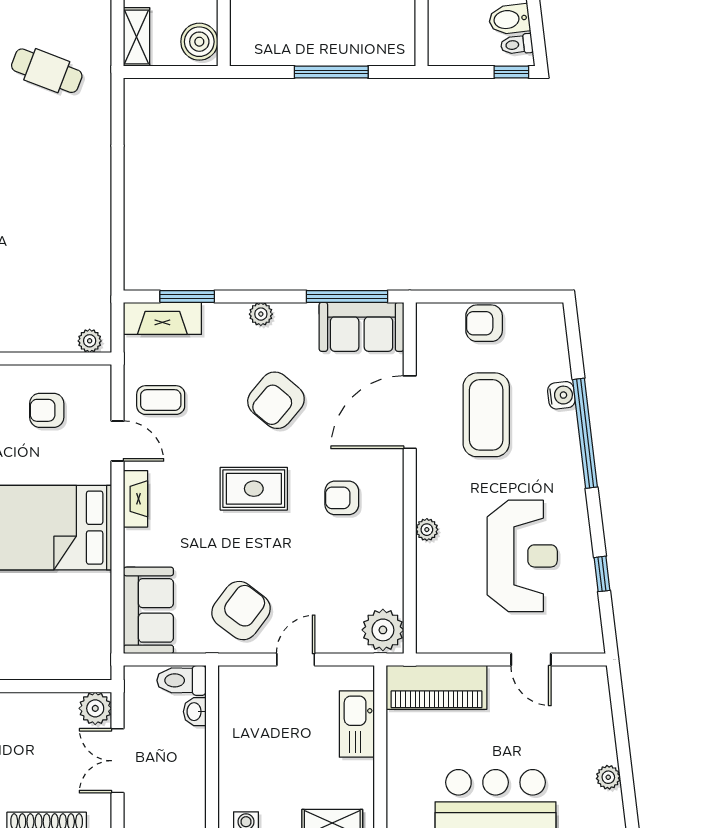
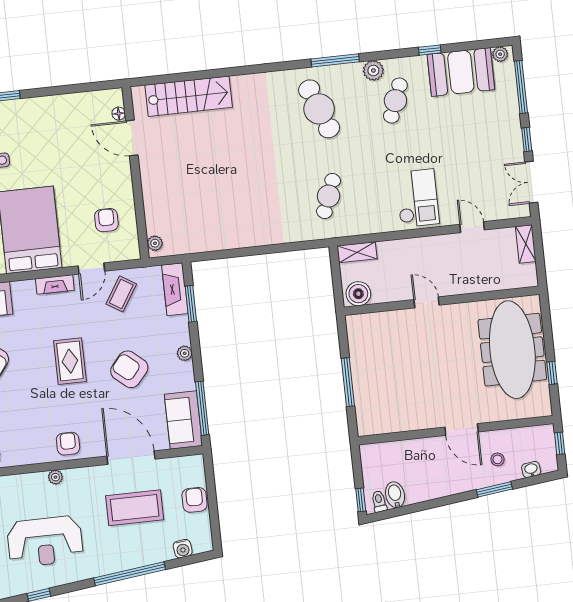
water cooler: (561, 395) -> (183, 549), moved
coffee table: (161, 400) -> (121, 294), turned 32
armchair: (342, 498) -> (68, 444), moved

